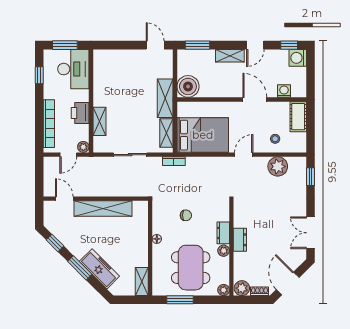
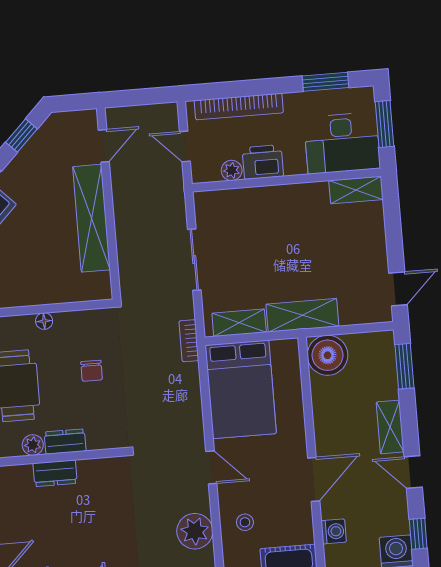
window: (39, 75) -> (326, 82), width x1.50
shelving: (99, 121) -> (356, 190), moved
plant: (83, 147) -> (232, 170), moved

